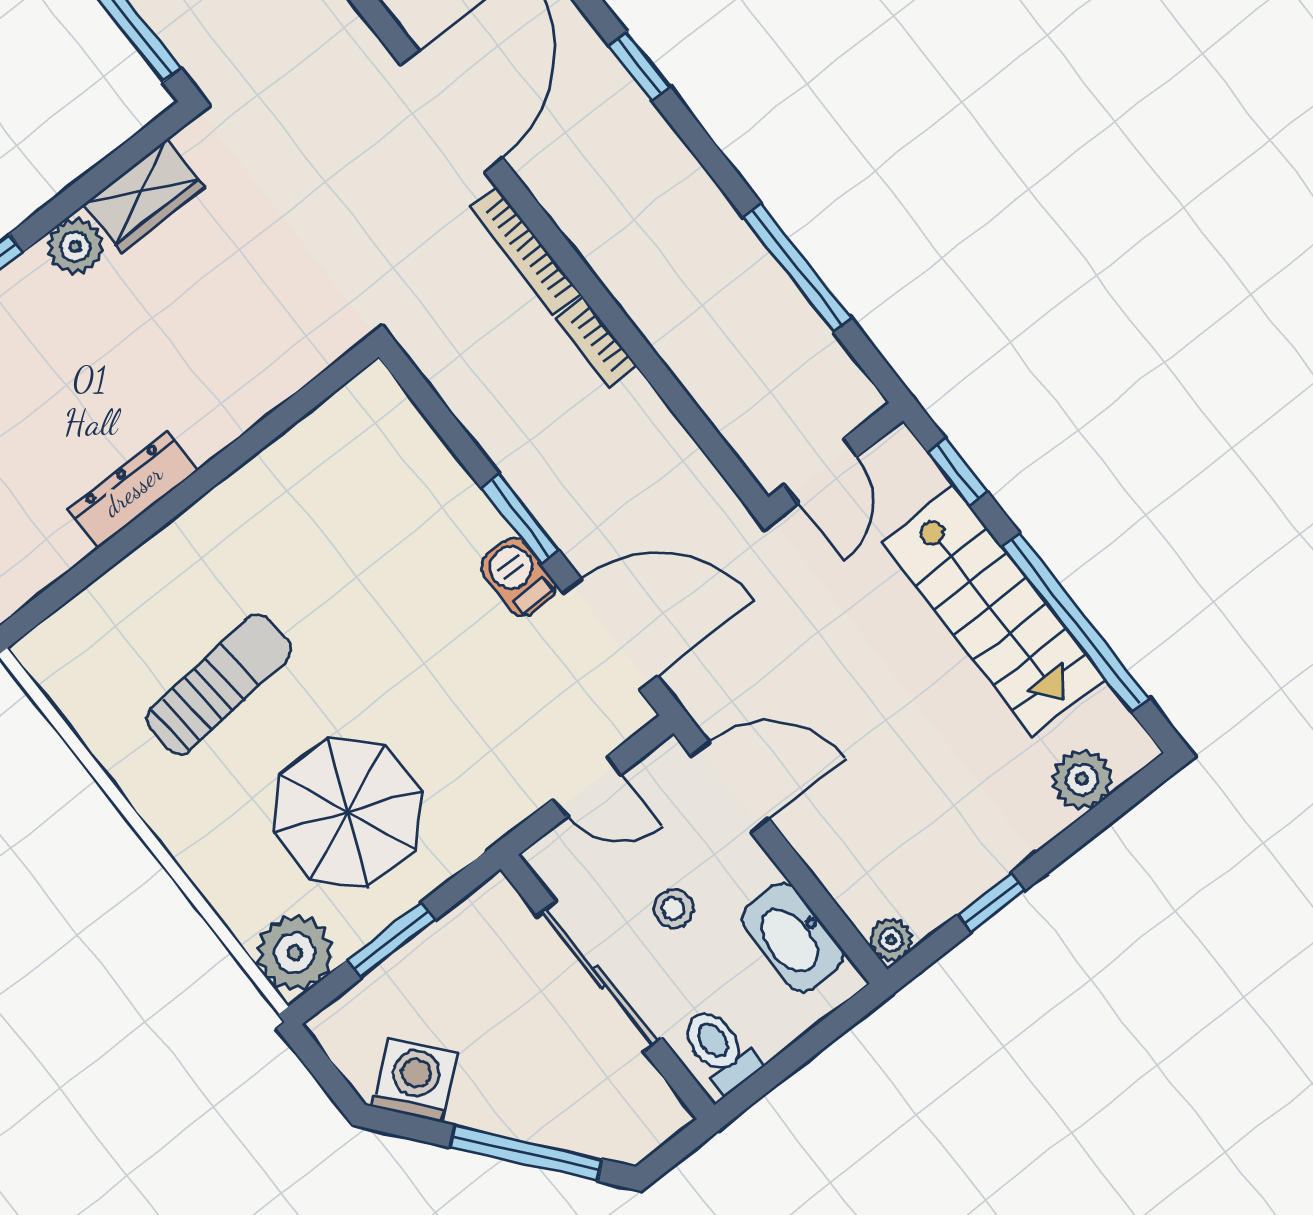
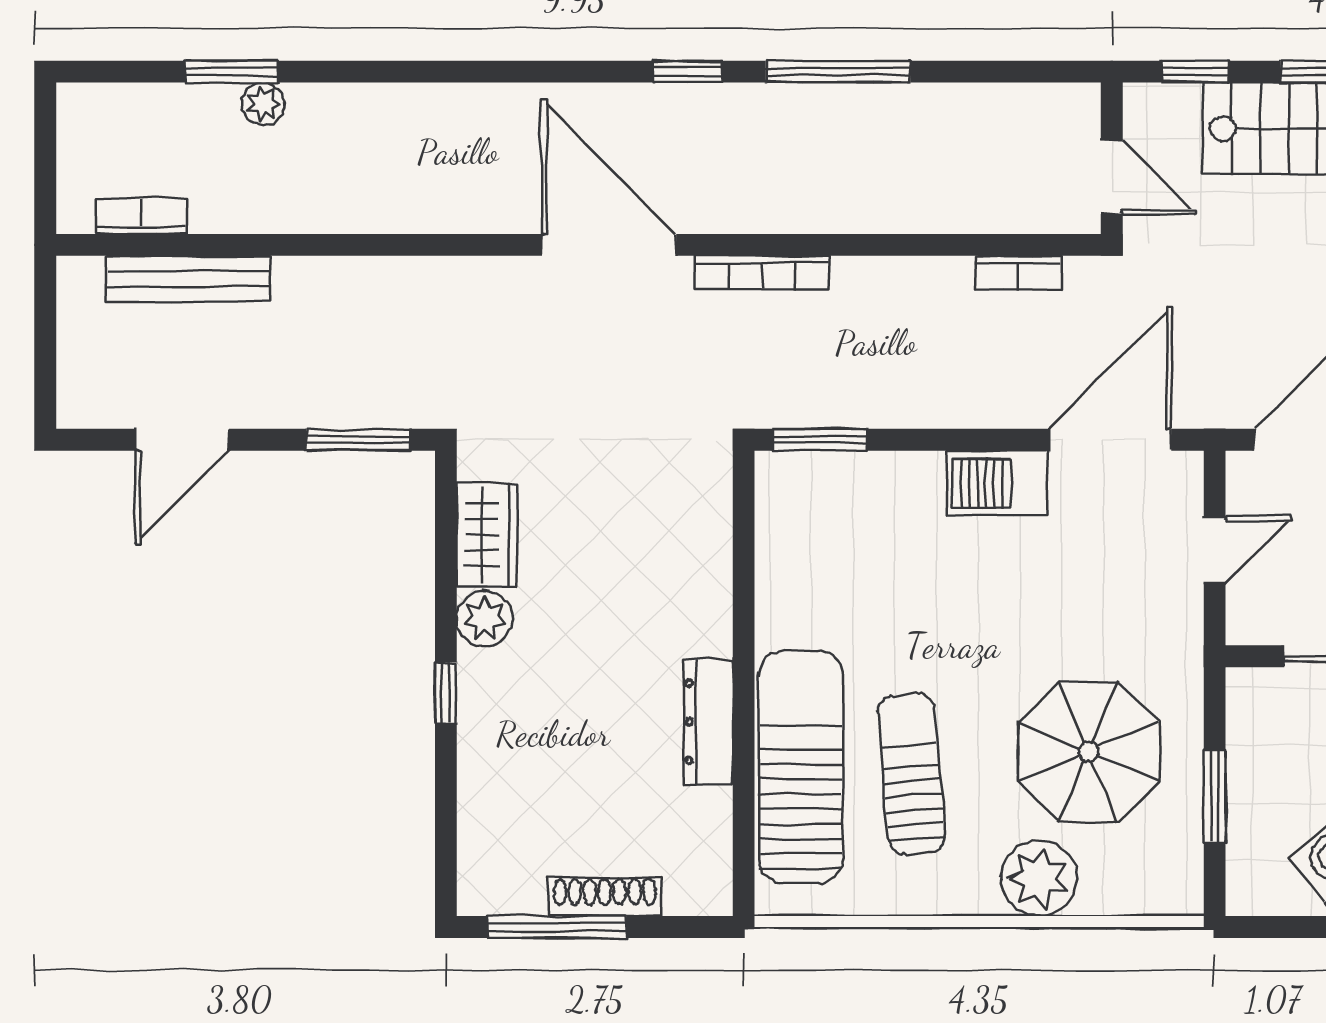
window: (798, 268) -> (838, 72), moved
bookcase: (596, 342) -> (1018, 273), moved
window: (520, 519) -> (820, 440), moved
barbecue: (518, 577) -> (997, 483), width x1.38, depth x1.27
sun lounger: (155, 592) -> (801, 767), added
plant: (295, 953) -> (1039, 878), moved

